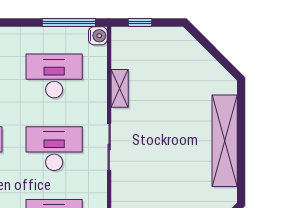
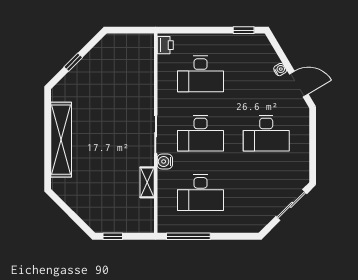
window: (140, 23) -> (113, 236), moved
water cooler: (98, 36) -> (165, 161), moved

